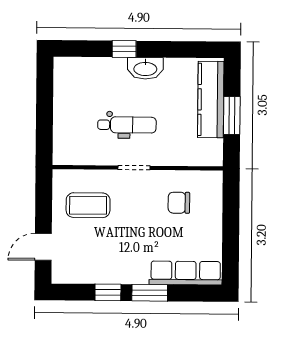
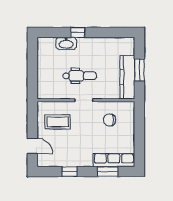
washbasin: (145, 68) -> (66, 43), moved
kitchen counter: (211, 99) -> (127, 77), moved
door: (43, 247) -> (32, 146), swing flipped
window: (150, 293) -> (108, 172), moved

